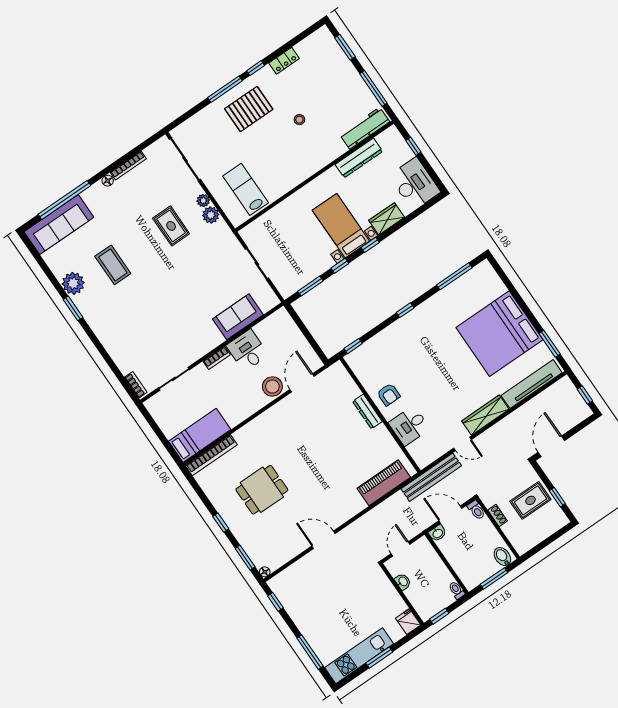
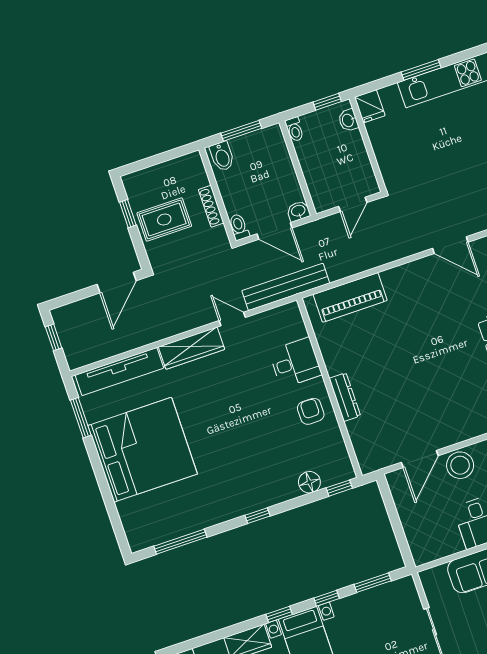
floor lamp: (375, 344) -> (309, 482), added
shoe rack: (497, 516) -> (211, 206), width x1.43
washbasin: (403, 582) -> (348, 120), moved

